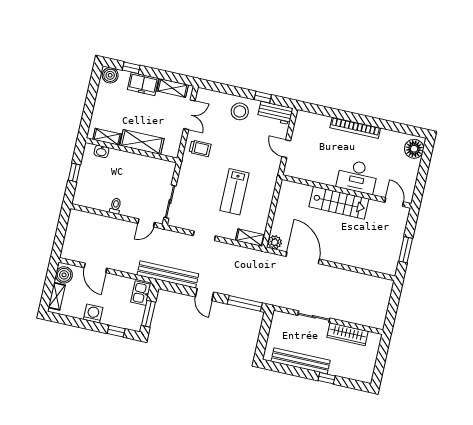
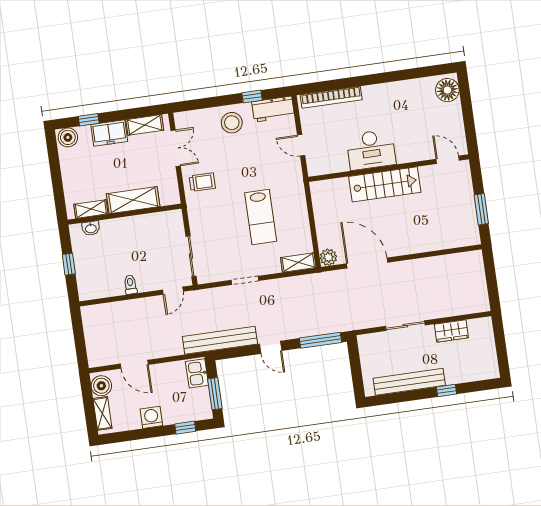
bookcase: (355, 128) -> (331, 97), moved
desk: (357, 176) -> (371, 150), moved
wardrobe: (348, 334) -> (451, 331), width x0.67

